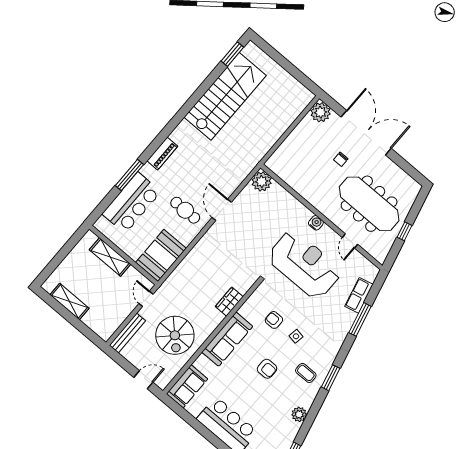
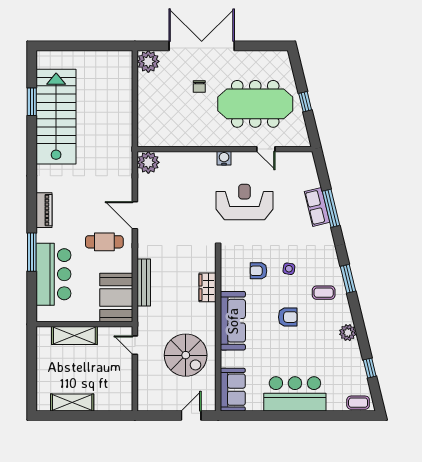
window: (232, 54) -> (32, 102), moved
reception desk: (304, 265) -> (244, 202), width x0.74, depth x0.77
row of seats: (359, 295) -> (317, 207), moved
bench: (127, 333) -> (144, 283), moved

